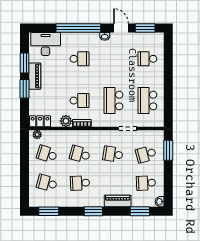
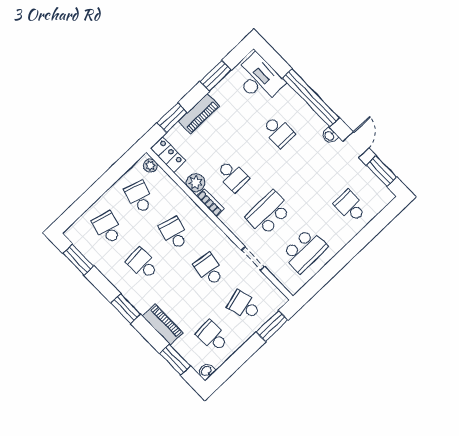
piano: (35, 76) -> (199, 114), moved
window: (25, 89) -> (172, 118), moved
school desk: (147, 101) -> (304, 250), turned 180

